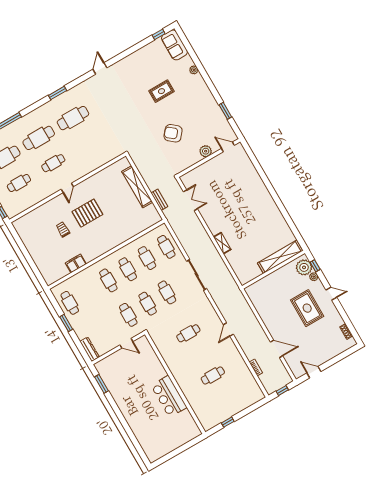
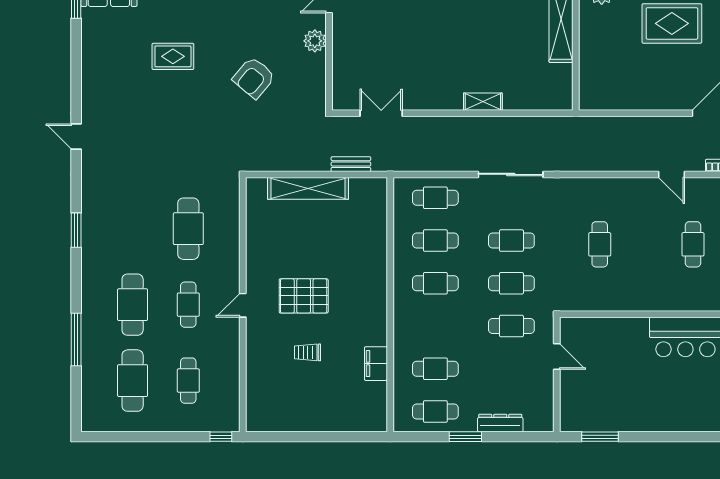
rug: (161, 91) -> (173, 56), turned 90
cafe table: (73, 118) -> (188, 229), moved
door: (67, 188) -> (243, 305), swing flipped
pallet: (87, 213) -> (304, 296), turned 90
cafe table: (108, 280) -> (435, 369), moved
door: (228, 329) -> (672, 174), moved
door: (126, 343) -> (557, 356), hinge flipped
dresser: (90, 349) -> (500, 423), moved

